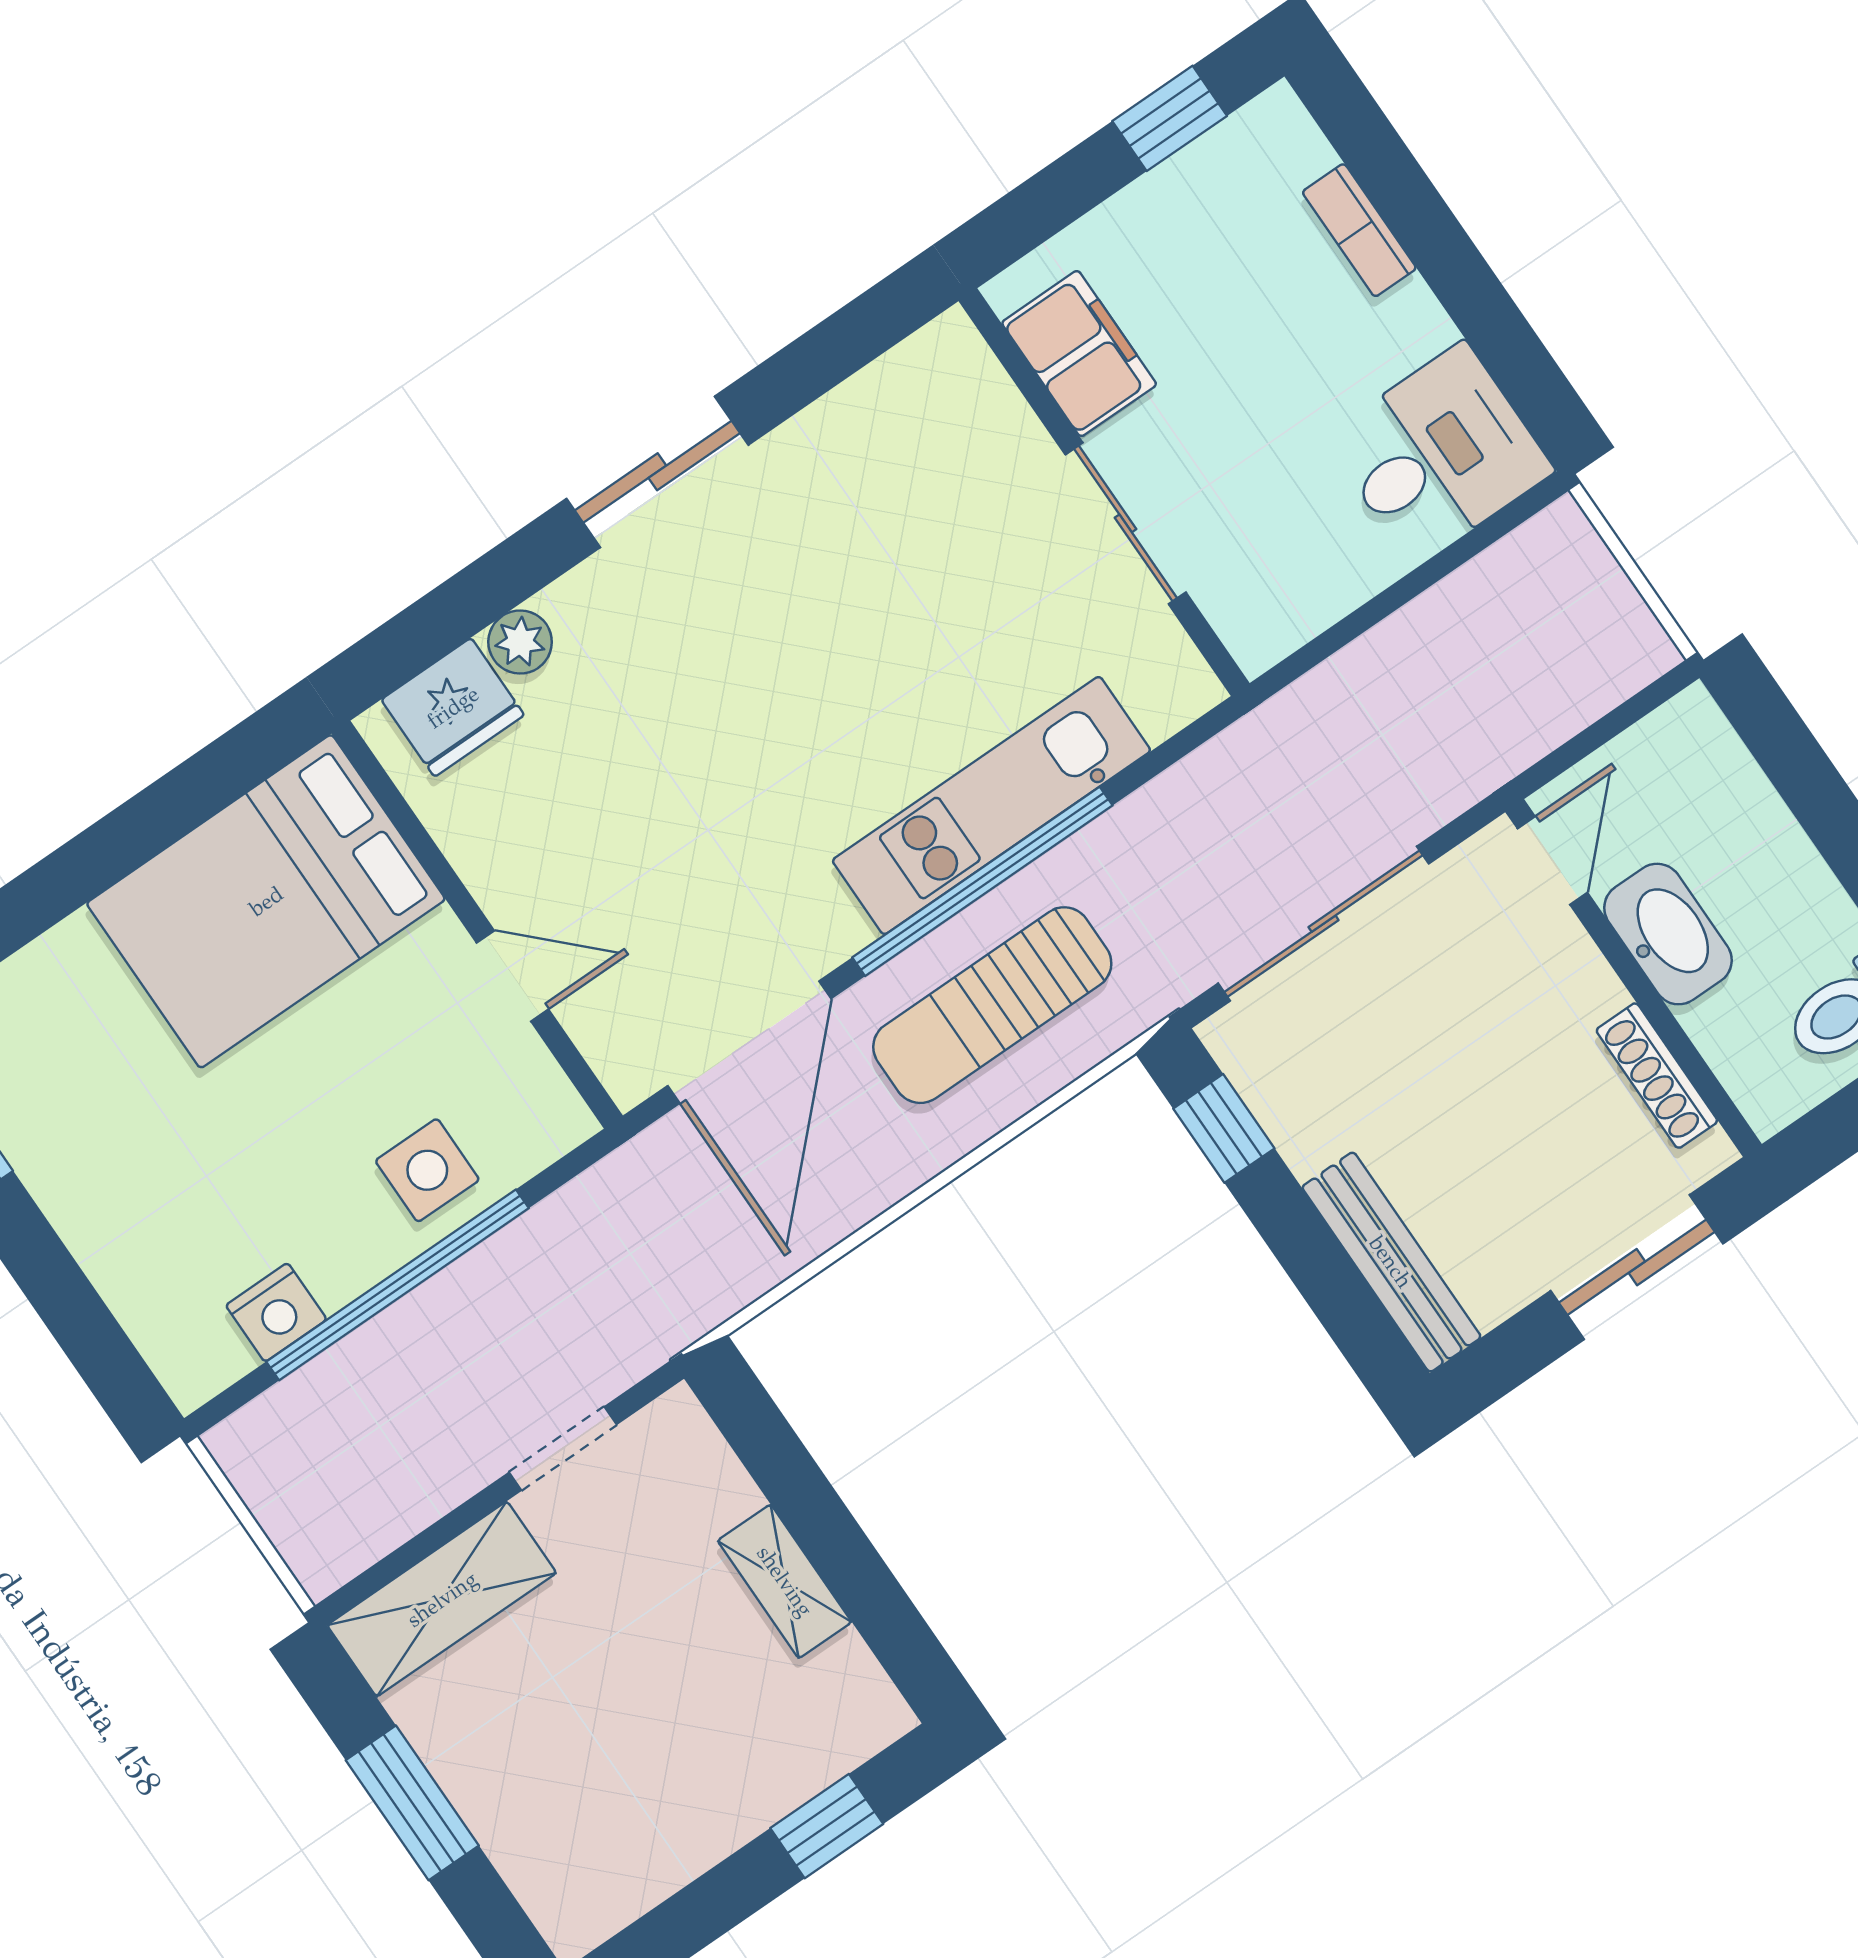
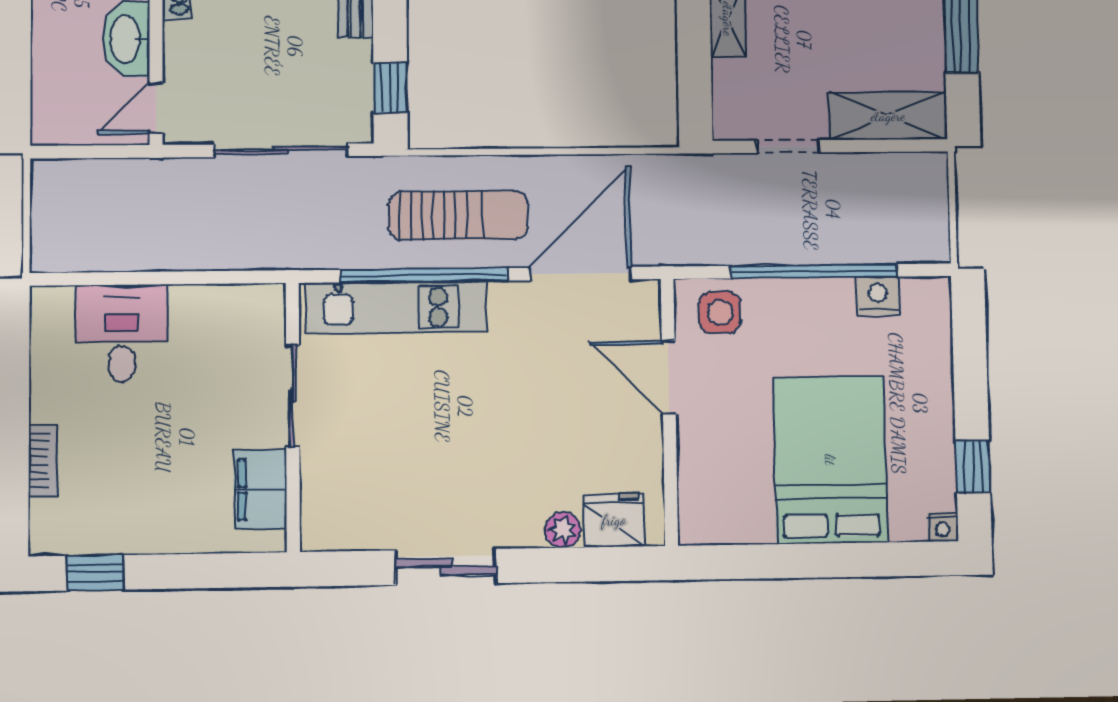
filing cabinet: (1079, 354) -> (260, 490), moved
desk: (1439, 454) -> (122, 334), moved, turned 90
wall: (1104, 492) -> (293, 417), moved
sliding door: (1126, 523) -> (293, 396), moved
bed: (266, 901) -> (830, 460), moved, turned -90
door: (513, 976) -> (669, 377), width x1.38
side table: (427, 1170) -> (720, 312), moved

